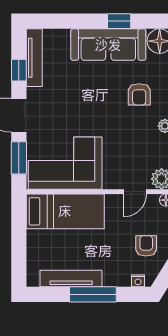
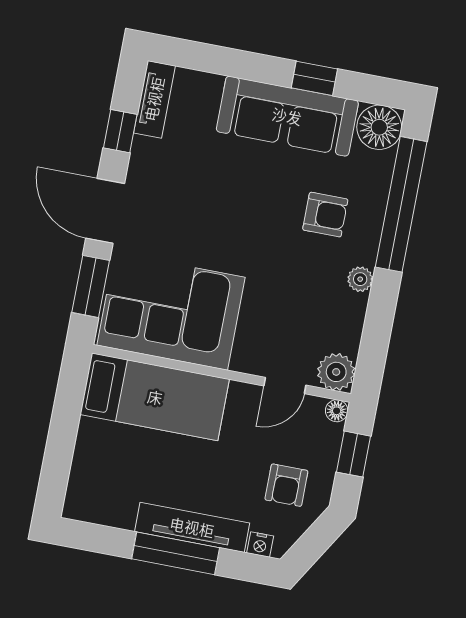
tv unit: (34, 58) -> (154, 99), width x0.71
armchair: (139, 94) -> (325, 215), turned -90
armchair: (146, 246) -> (286, 485), turned 180
tv unit: (71, 279) -> (192, 527), moved

